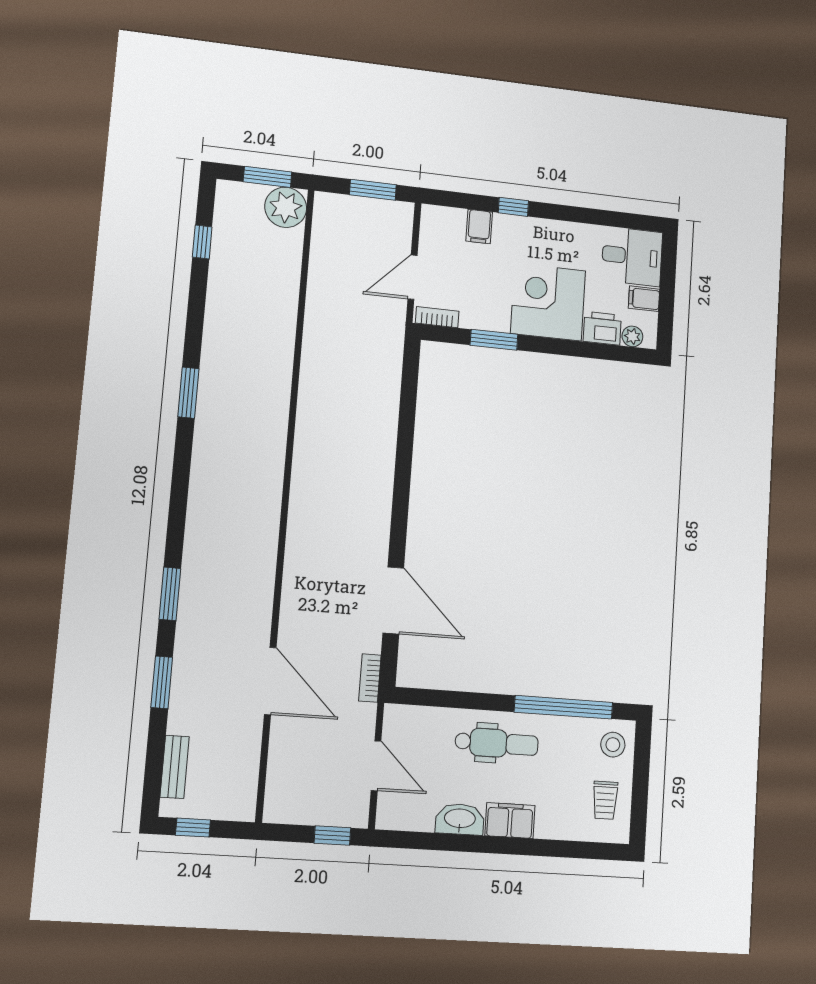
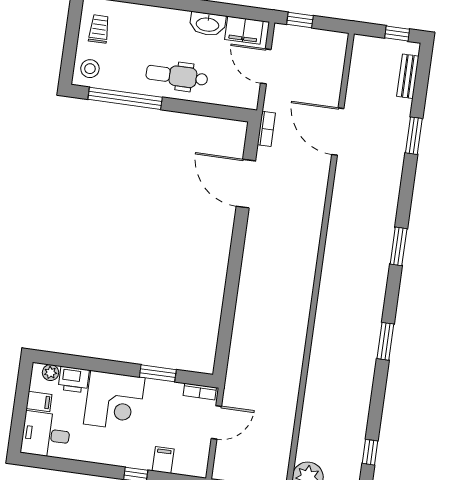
window: (170, 594) -> (399, 246), moved
filing cabinet: (510, 821) -> (244, 30), moved

